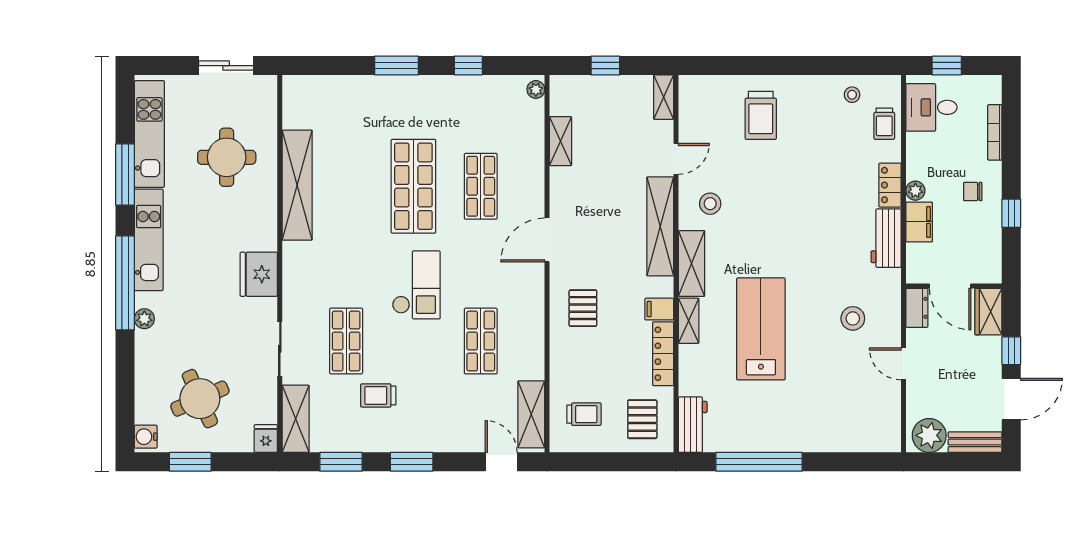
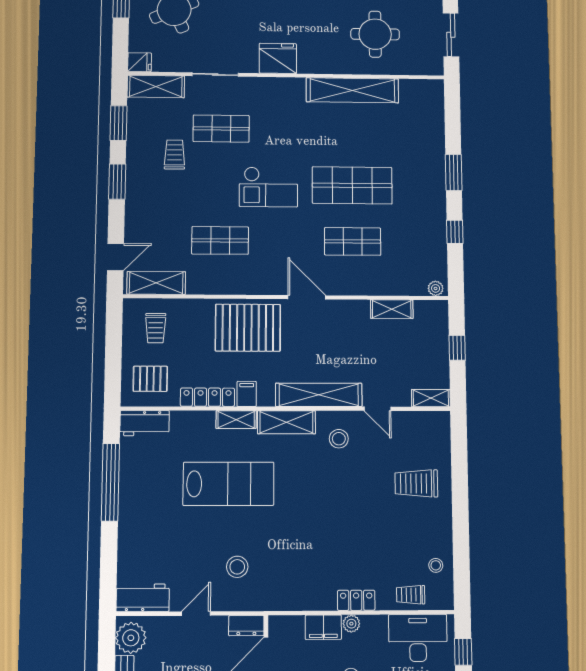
desk: (931, 107) -> (418, 638), width x1.37
workbench: (886, 238) -> (143, 598), moved
pallet: (583, 308) -> (248, 328), width x2.05, depth x2.00

